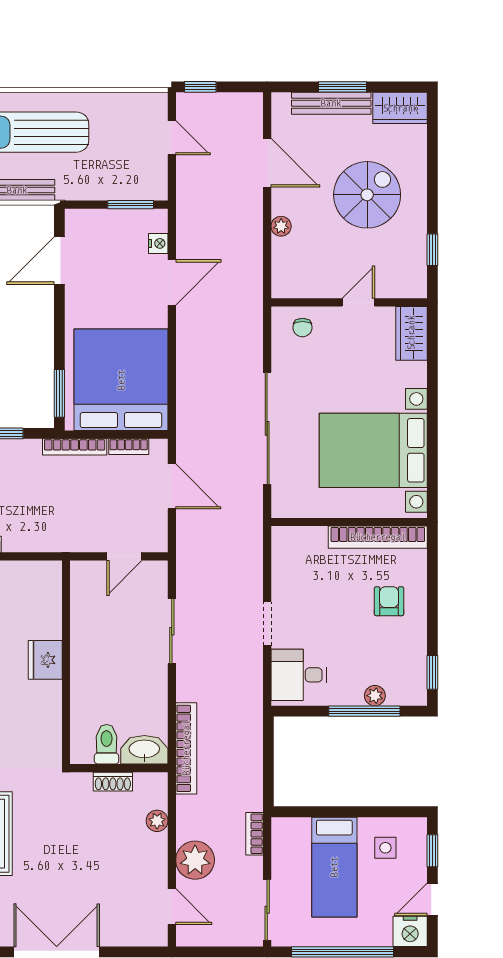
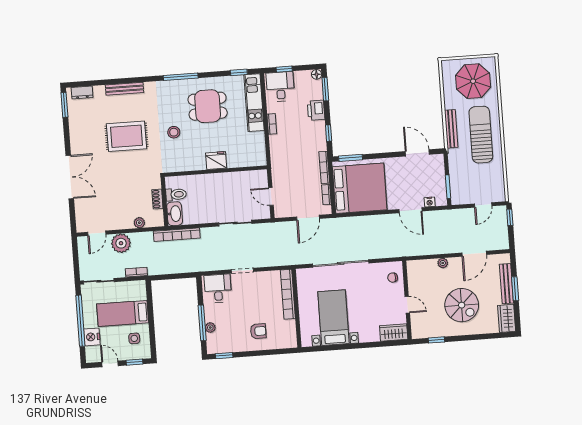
bed with nightstands: (373, 450) -> (334, 318), width x0.73
bookcase: (378, 537) -> (288, 294), moved
nightstand: (410, 931) -> (92, 337), moved

